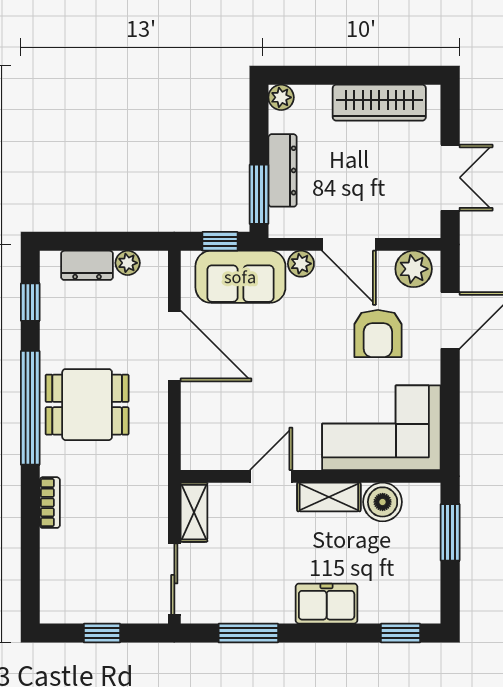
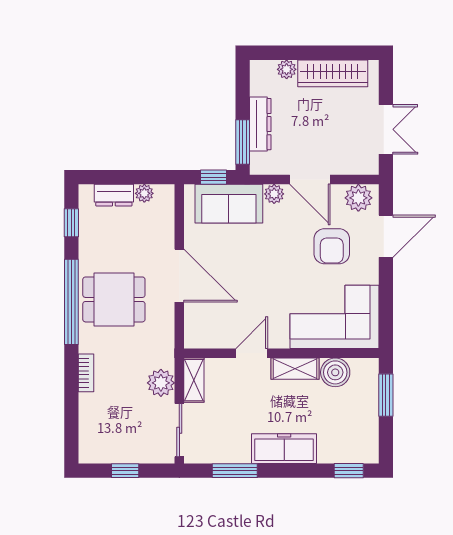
plant: (281, 97) -> (287, 69), moved
door: (174, 346) -> (179, 276), moved
plant: (150, 516) -> (161, 383), added
freezer: (327, 604) -> (284, 449), width x1.40

